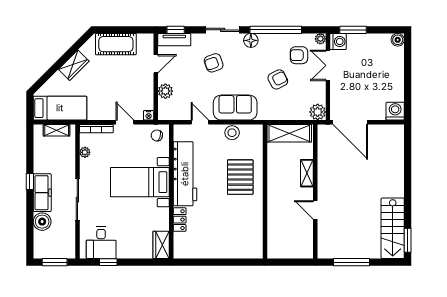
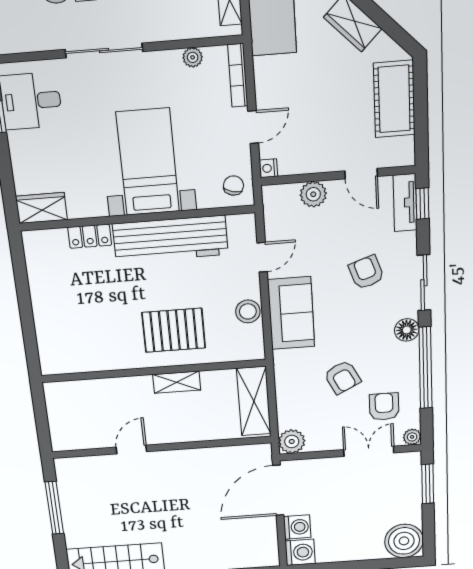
boiler: (398, 40) -> (404, 541), width x1.86, depth x1.86
washing machine: (338, 41) -> (297, 527), moved, turned -90
shelving: (307, 173) -> (177, 382), moved

